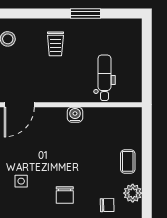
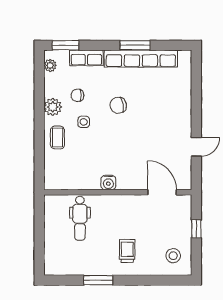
door: (19, 105) -> (162, 192), hinge flipped
side table: (21, 181) -> (84, 122), moved
chair: (65, 195) -> (118, 105), turned -100

